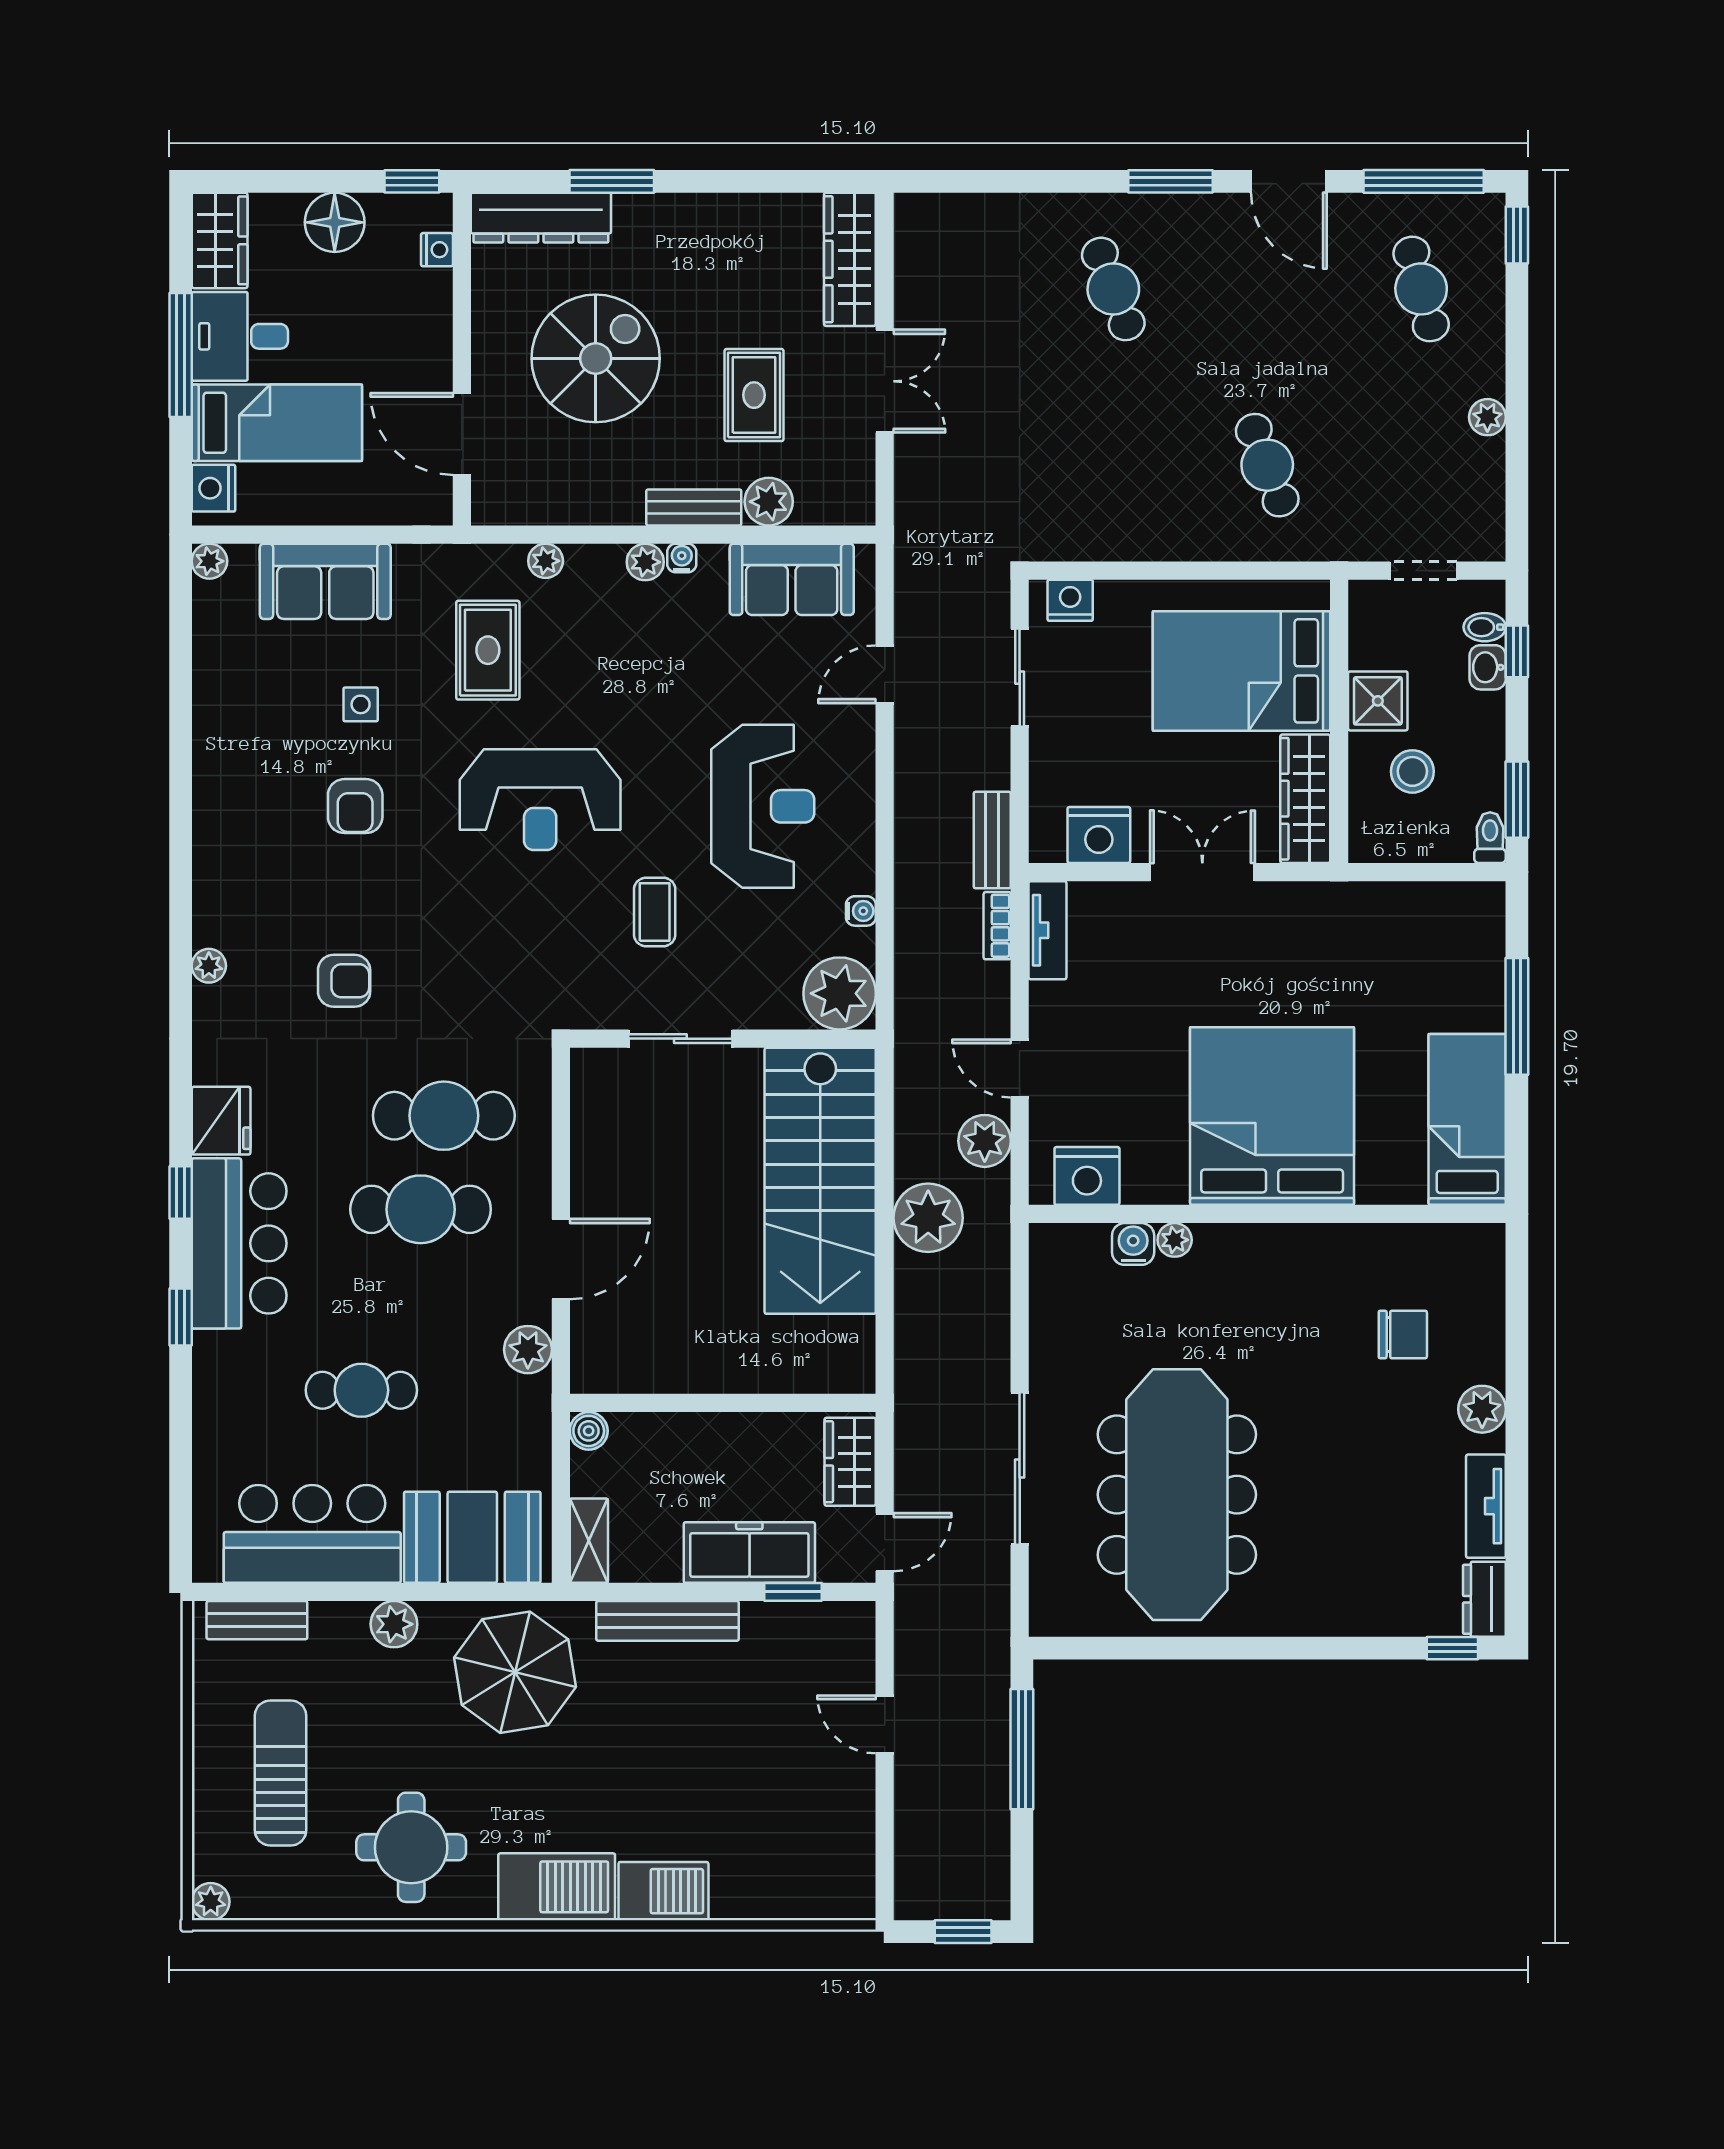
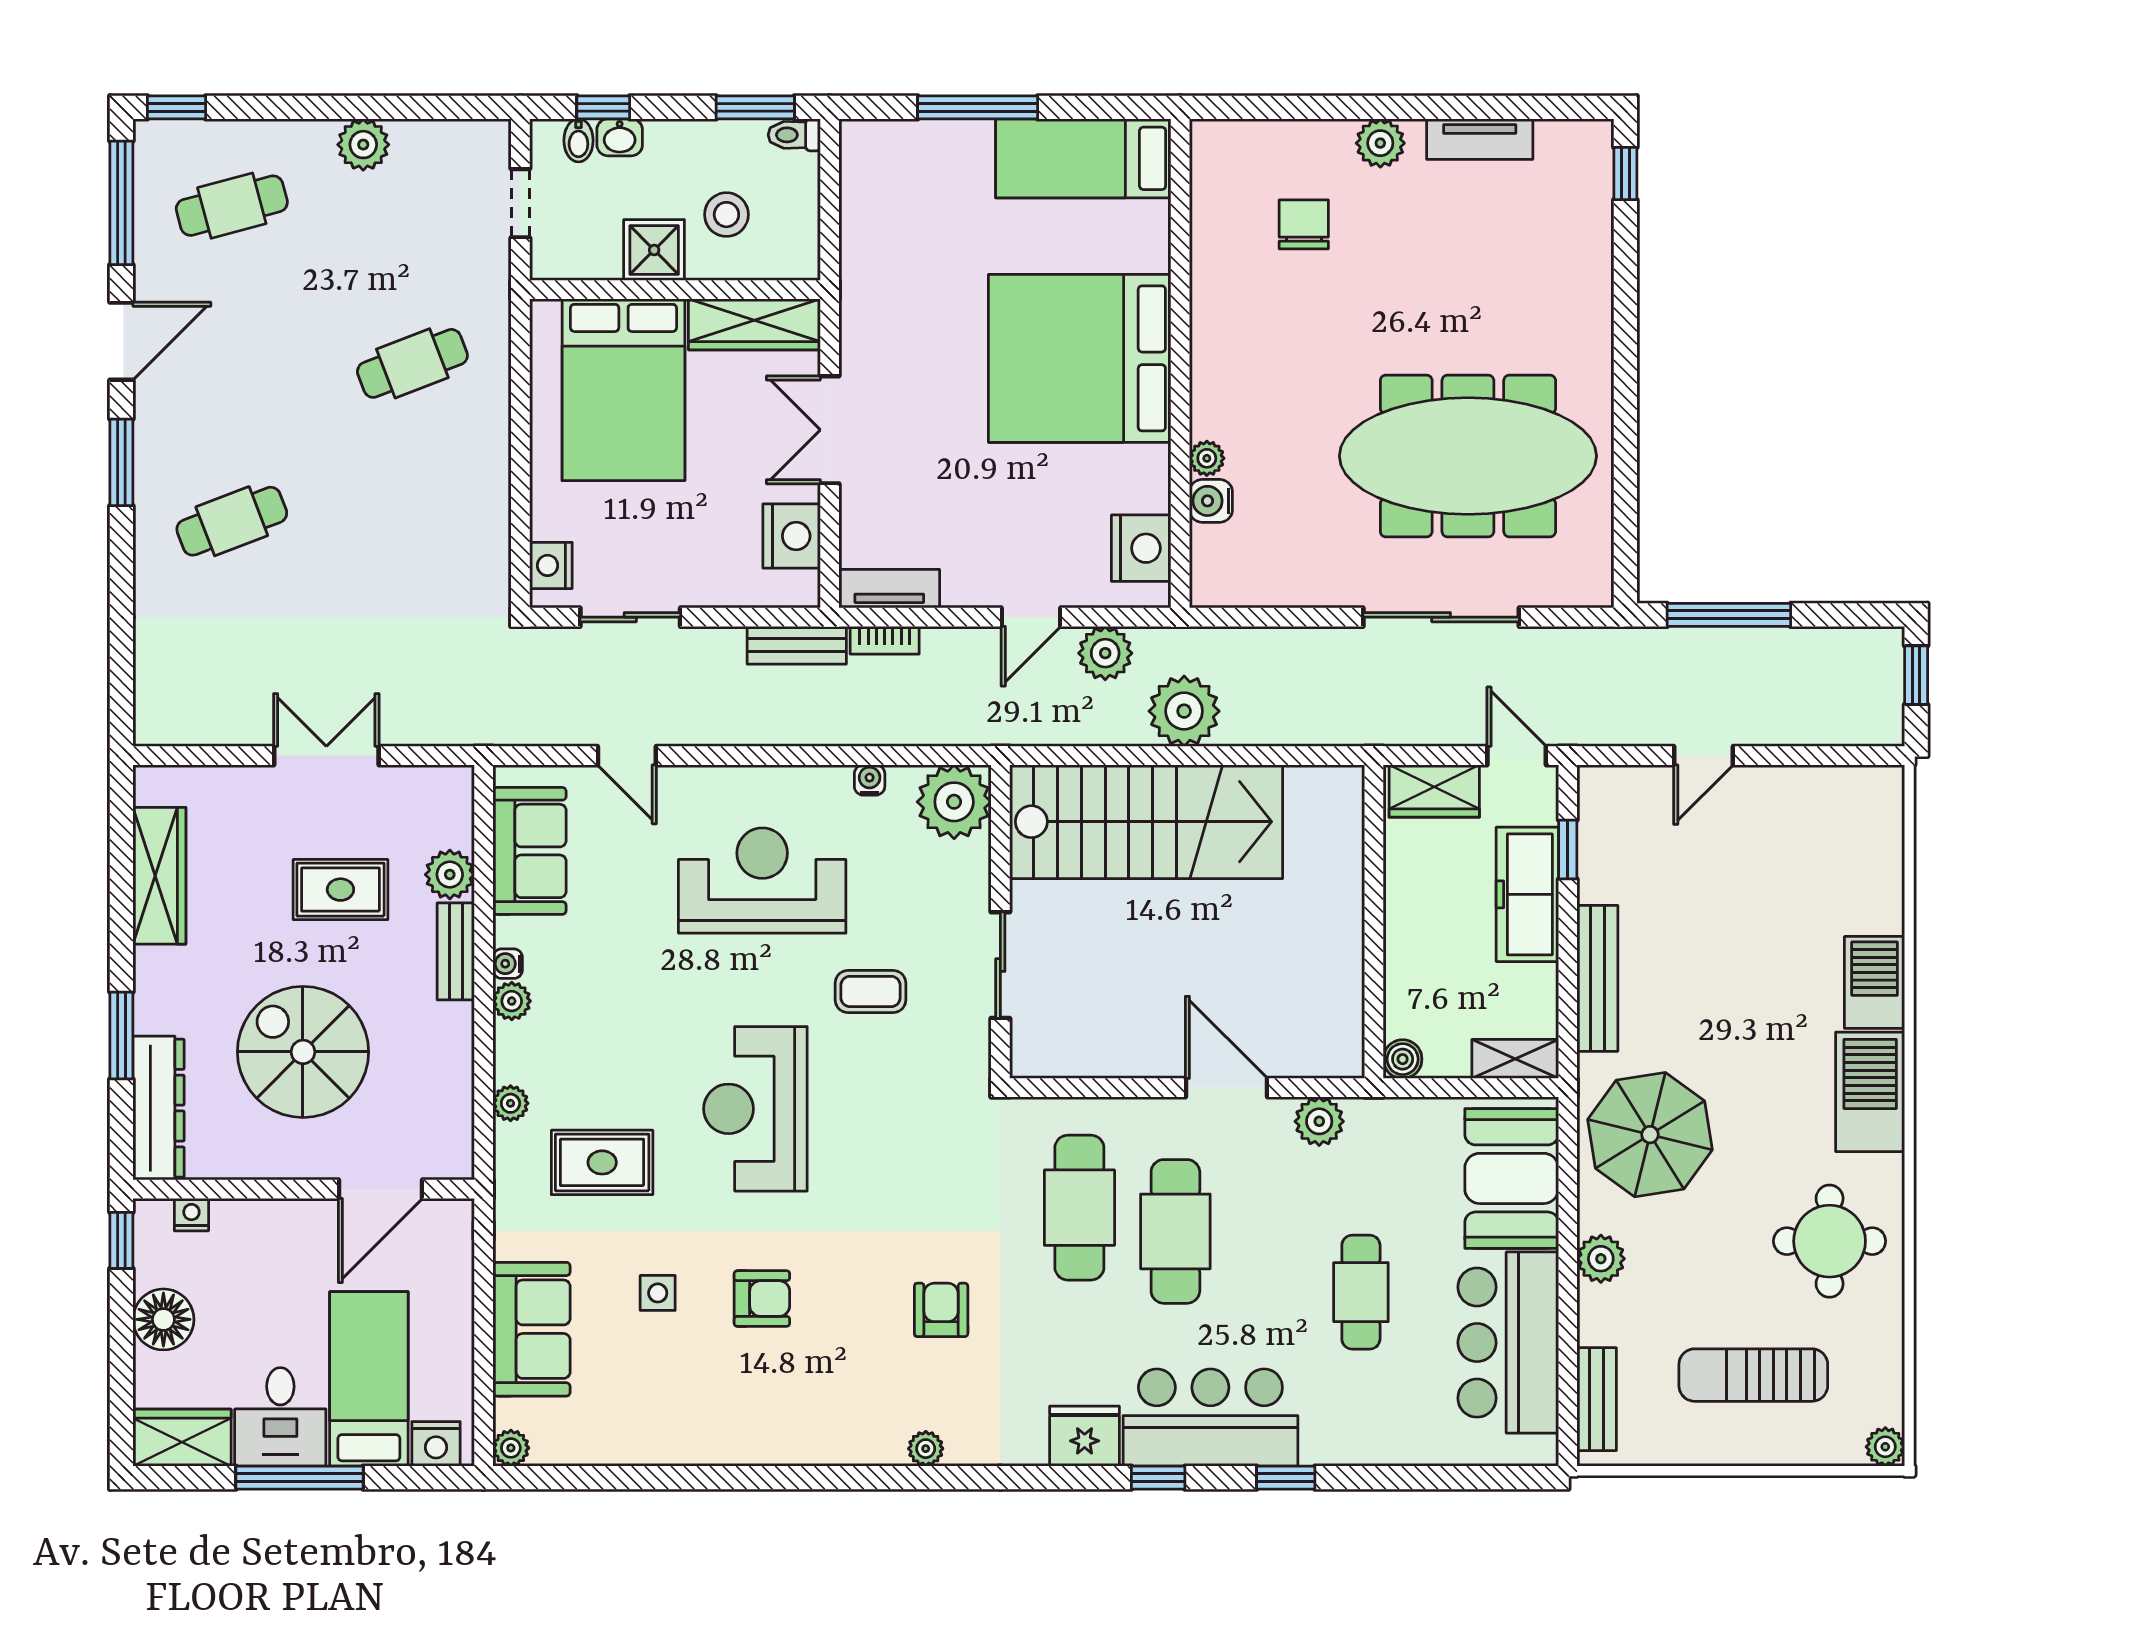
wardrobe: (850, 259) -> (159, 876), moved, turned -90
plant: (1487, 417) -> (363, 145), width x1.38, depth x1.38
reception desk: (540, 800) -> (755, 1109), turned 180
dresser: (1484, 1599) -> (1575, 141), removed

